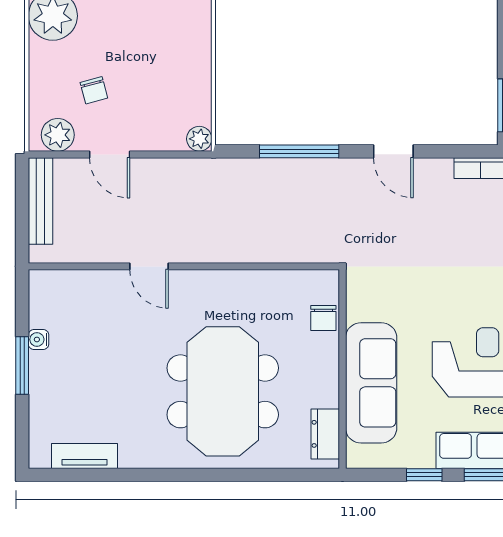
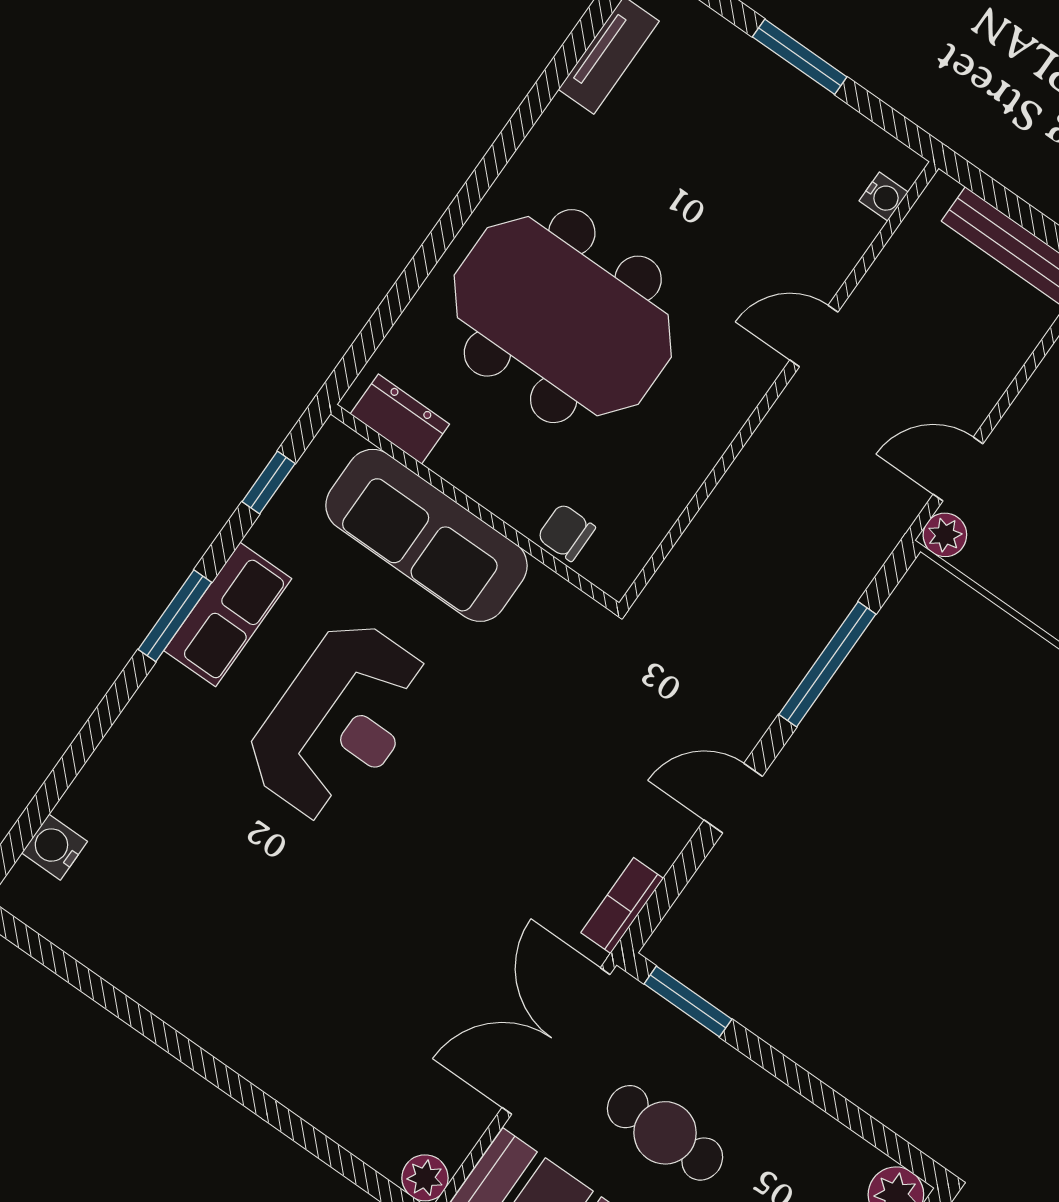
door: (110, 154) -> (958, 469), moved
water cooler: (39, 339) -> (884, 196), moved, turned 90
window: (424, 475) -> (269, 483), moved

